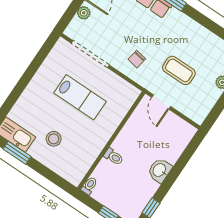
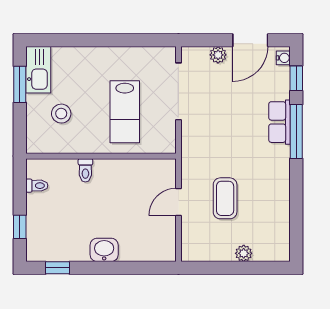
chair: (137, 59) -> (207, 145), removed
wall: (111, 141) -> (101, 156), moved
toilet: (114, 157) -> (85, 170), moved

